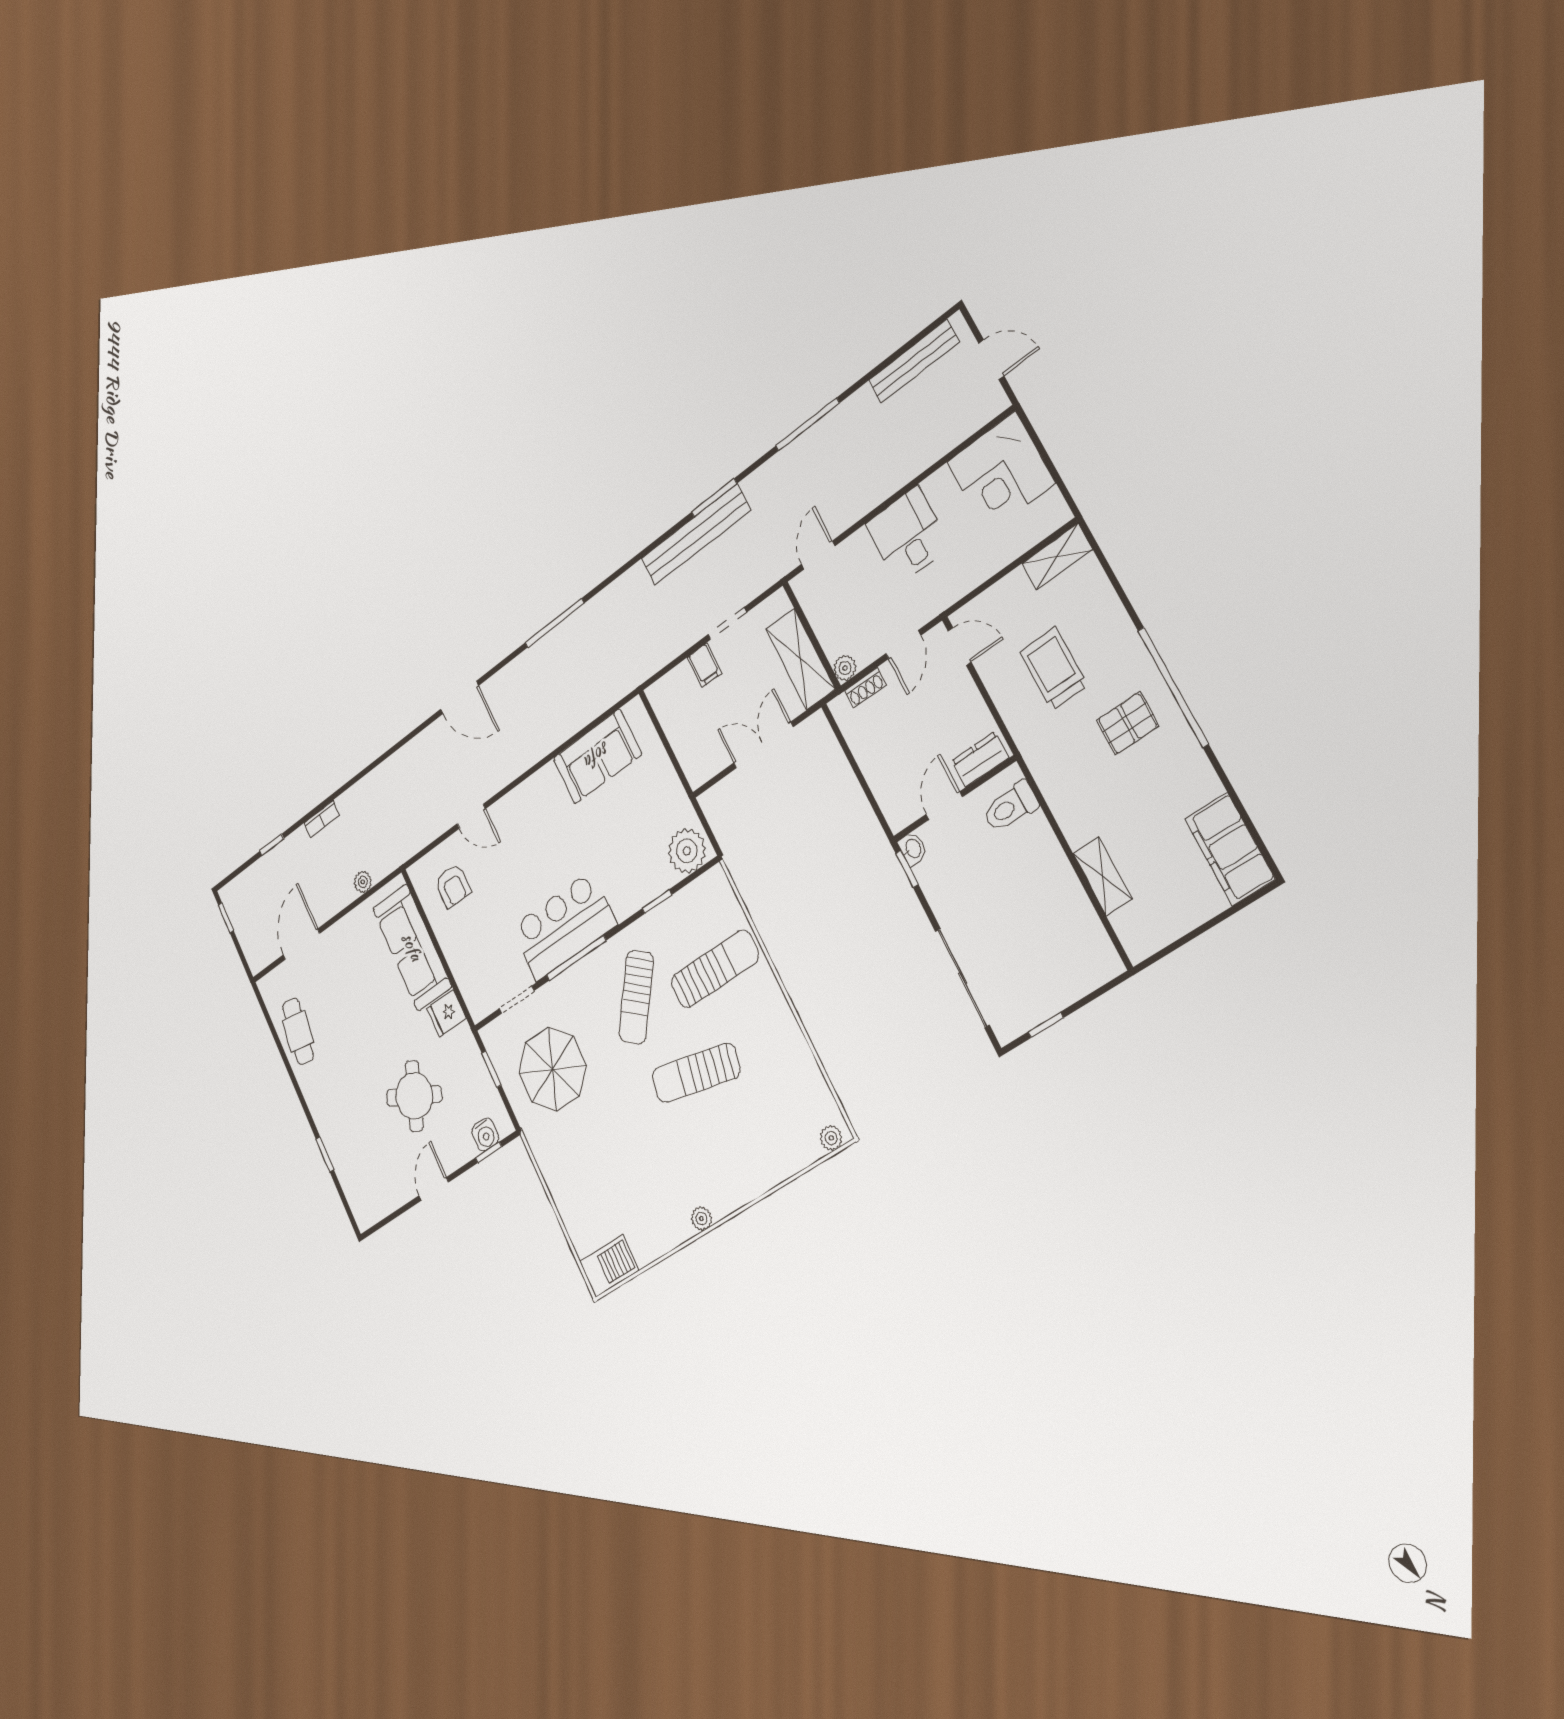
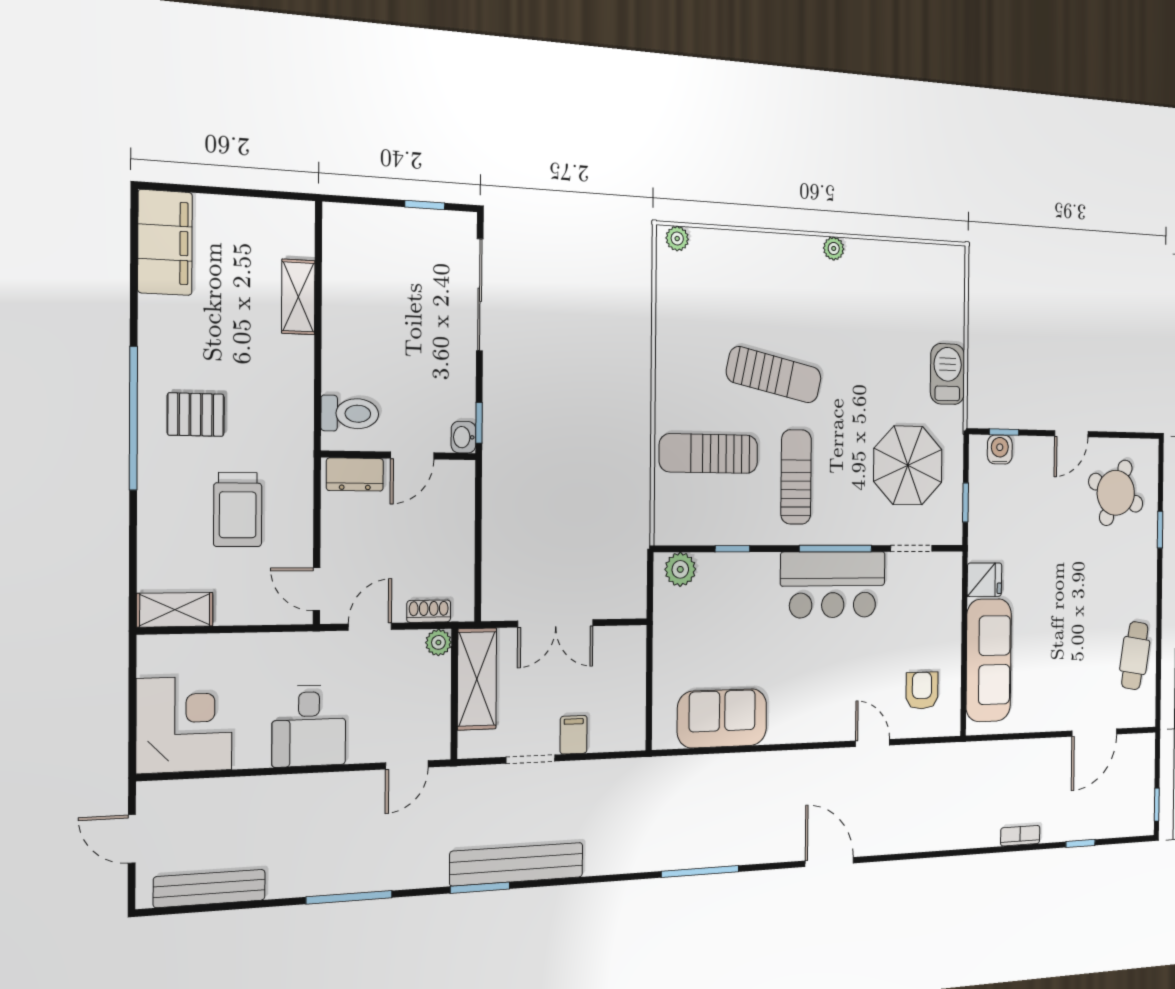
plant: (687, 851) -> (680, 569), width x0.73, depth x0.73
plant: (363, 882) -> (1008, 751), removed
sun lounger: (636, 997) -> (796, 477), turned -37
round table: (414, 1096) -> (1116, 493), moved
barbecue: (609, 1266) -> (948, 374), moved, turned 90

